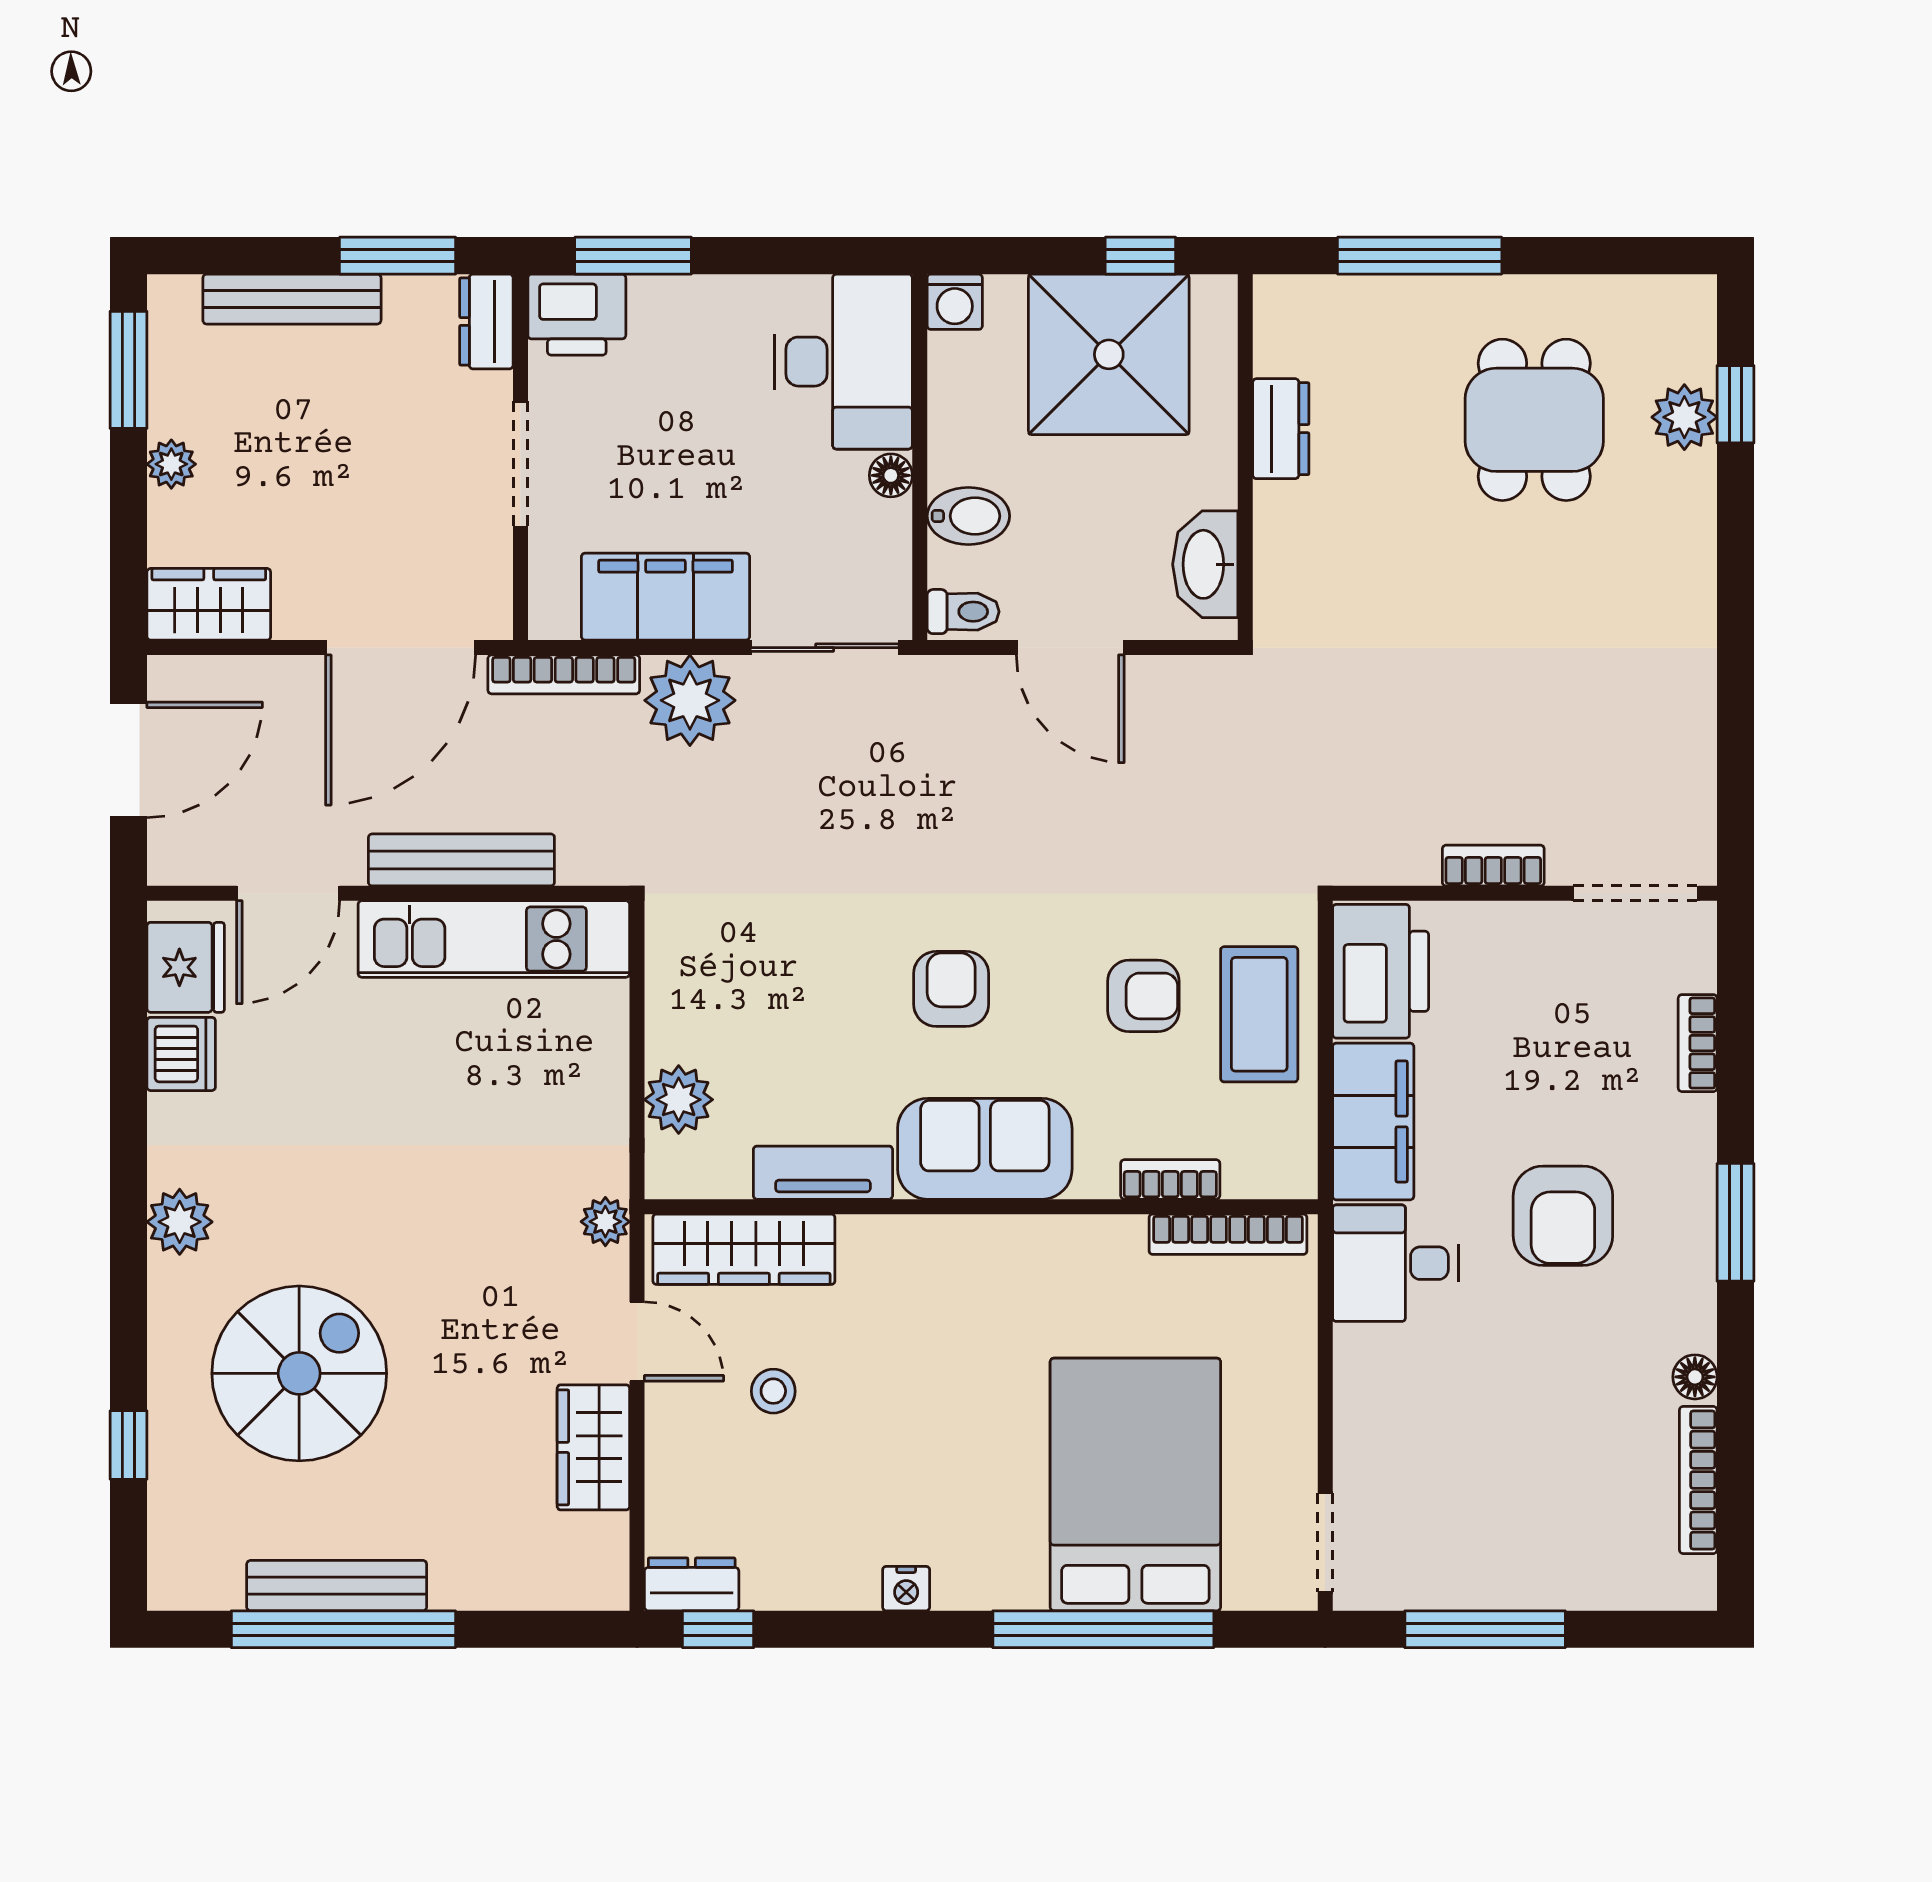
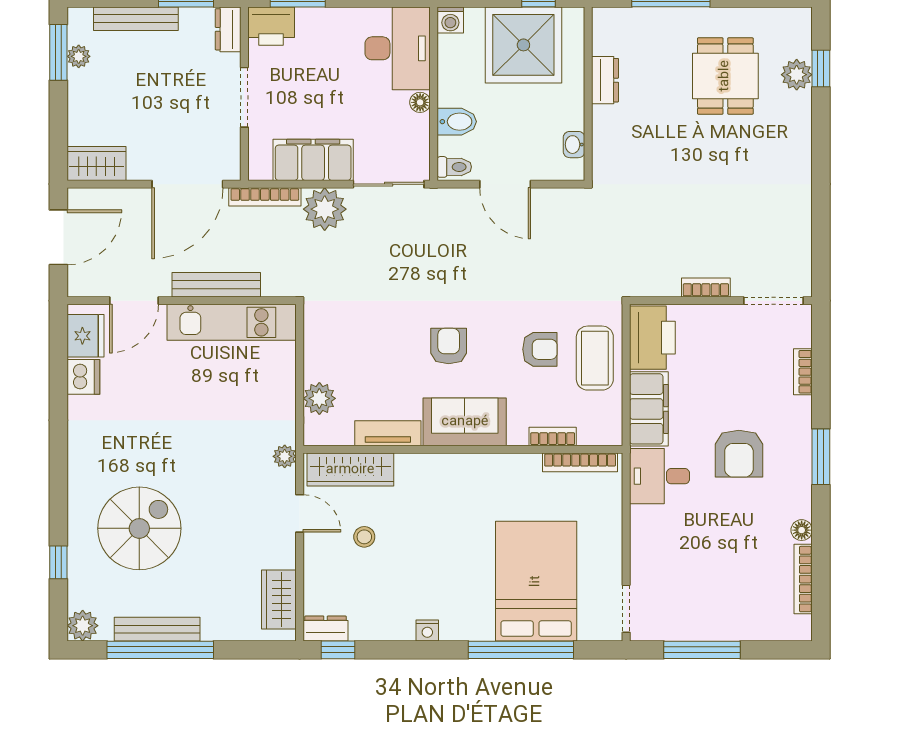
plant: (171, 464) -> (79, 56), moved
washbasin: (1205, 564) -> (574, 145), width x0.52, depth x0.69
plant: (180, 1222) -> (83, 626), moved
wardrobe: (593, 1447) -> (279, 600), moved

